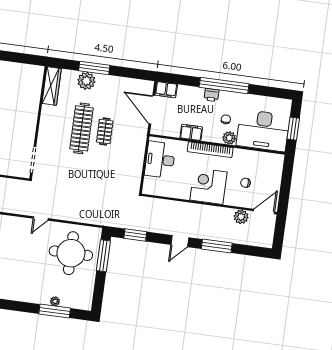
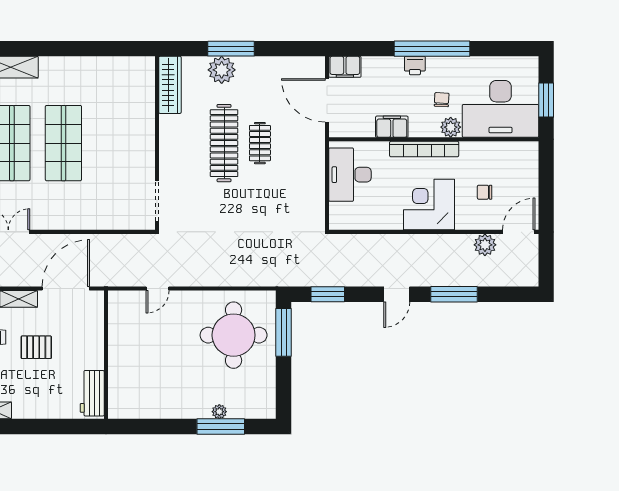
door: (41, 218) -> (158, 289), moved

